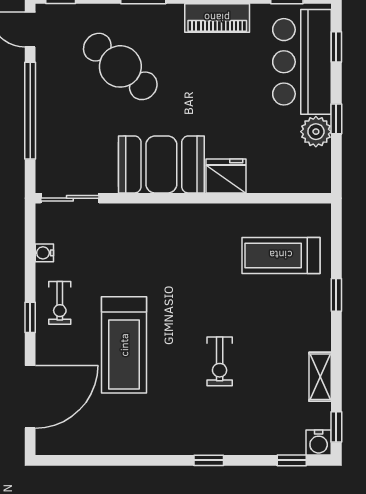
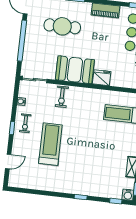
cafe table: (120, 66) -> (62, 26), turned -40
treadmill: (124, 345) -> (50, 144), turned 180
exercise bike: (220, 361) -> (62, 97), moved
door: (30, 397) -> (8, 162), width x0.53

